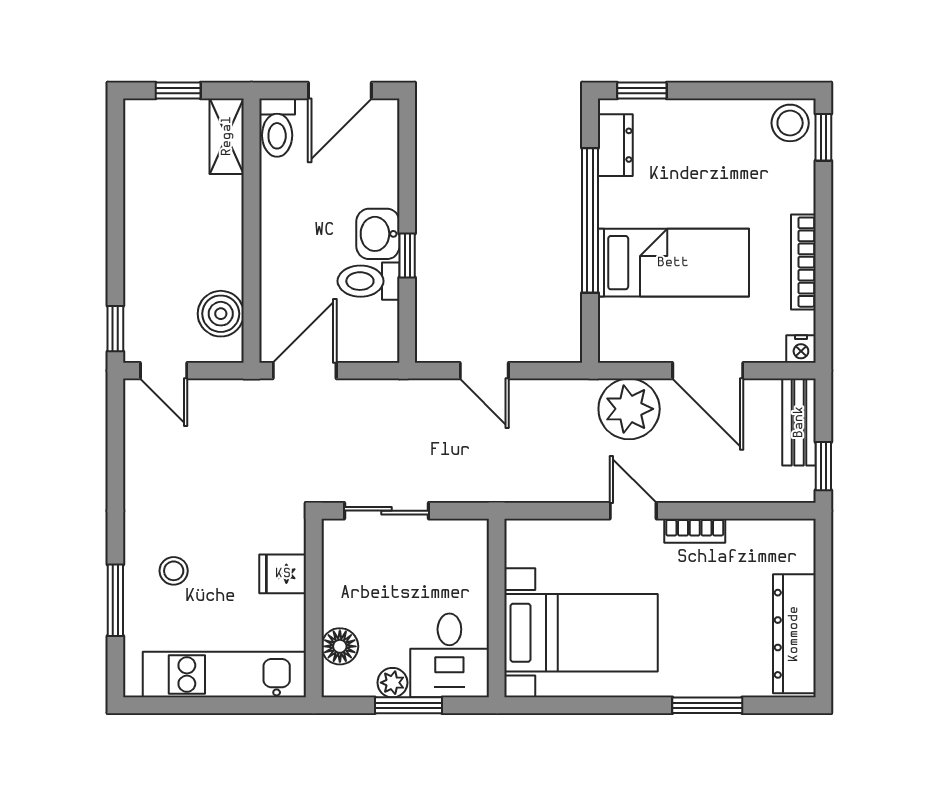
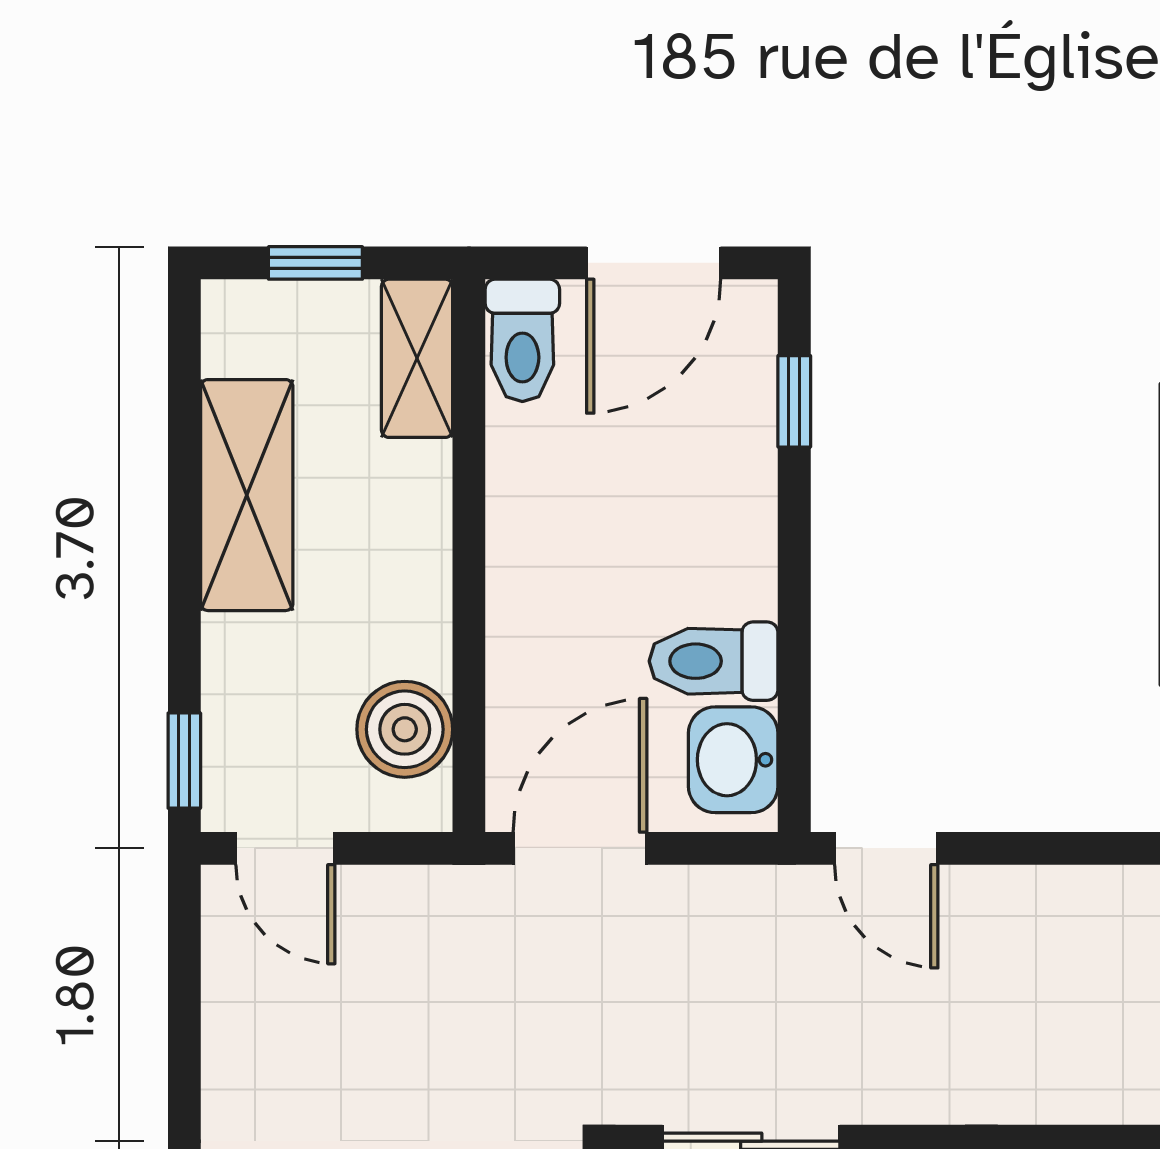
shelving: (145, 202) -> (247, 495), added
washbasin: (378, 234) -> (733, 760), moved
window: (407, 255) -> (794, 401), moved
door: (484, 371) -> (886, 848), moved

